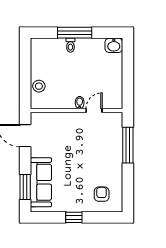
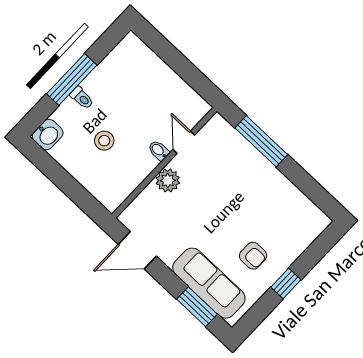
washbasin: (114, 45) -> (48, 135), moved
stool: (39, 86) -> (104, 141), moved
plant: (70, 120) -> (168, 180), added
armchair: (102, 194) -> (253, 256), moved, turned 180

